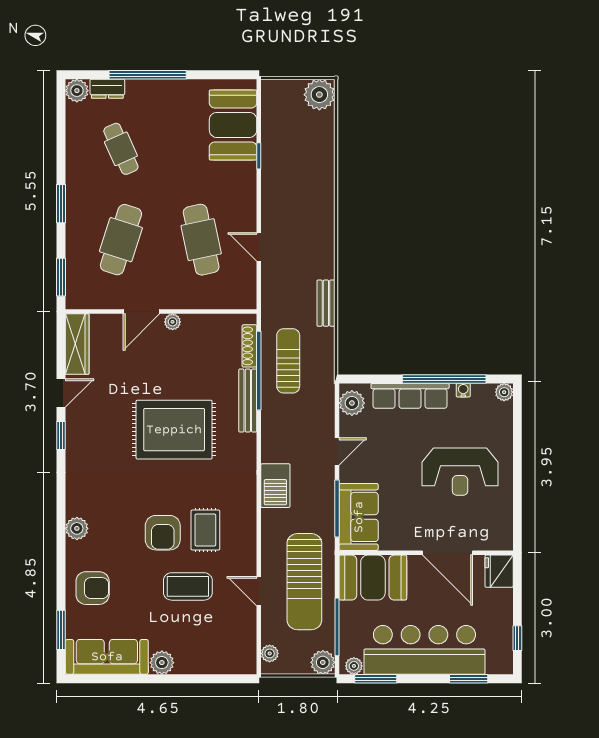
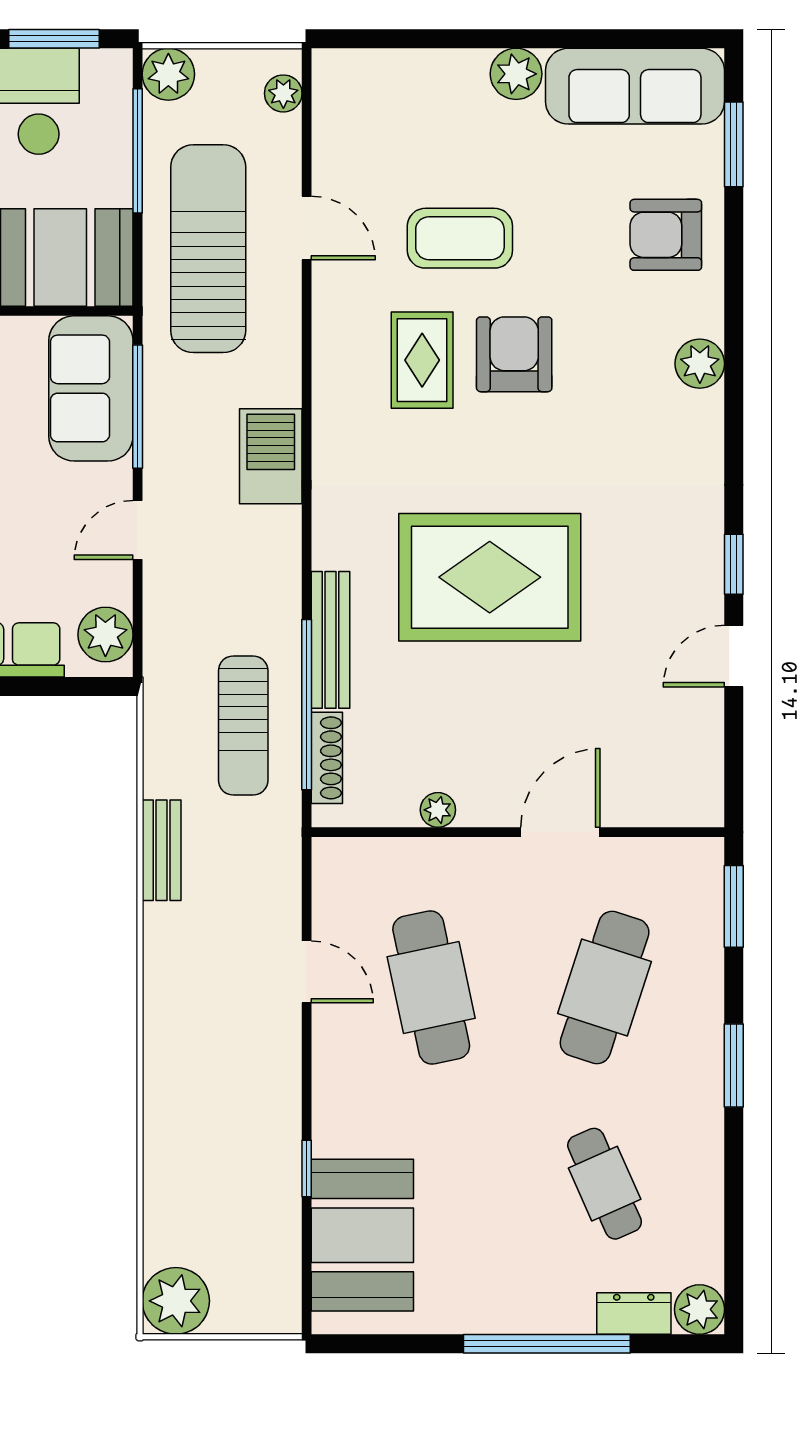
plant: (173, 322) -> (438, 810), moved
wardrobe: (77, 344) -> (699, 762), removed
plant: (354, 666) -> (101, 67), removed

